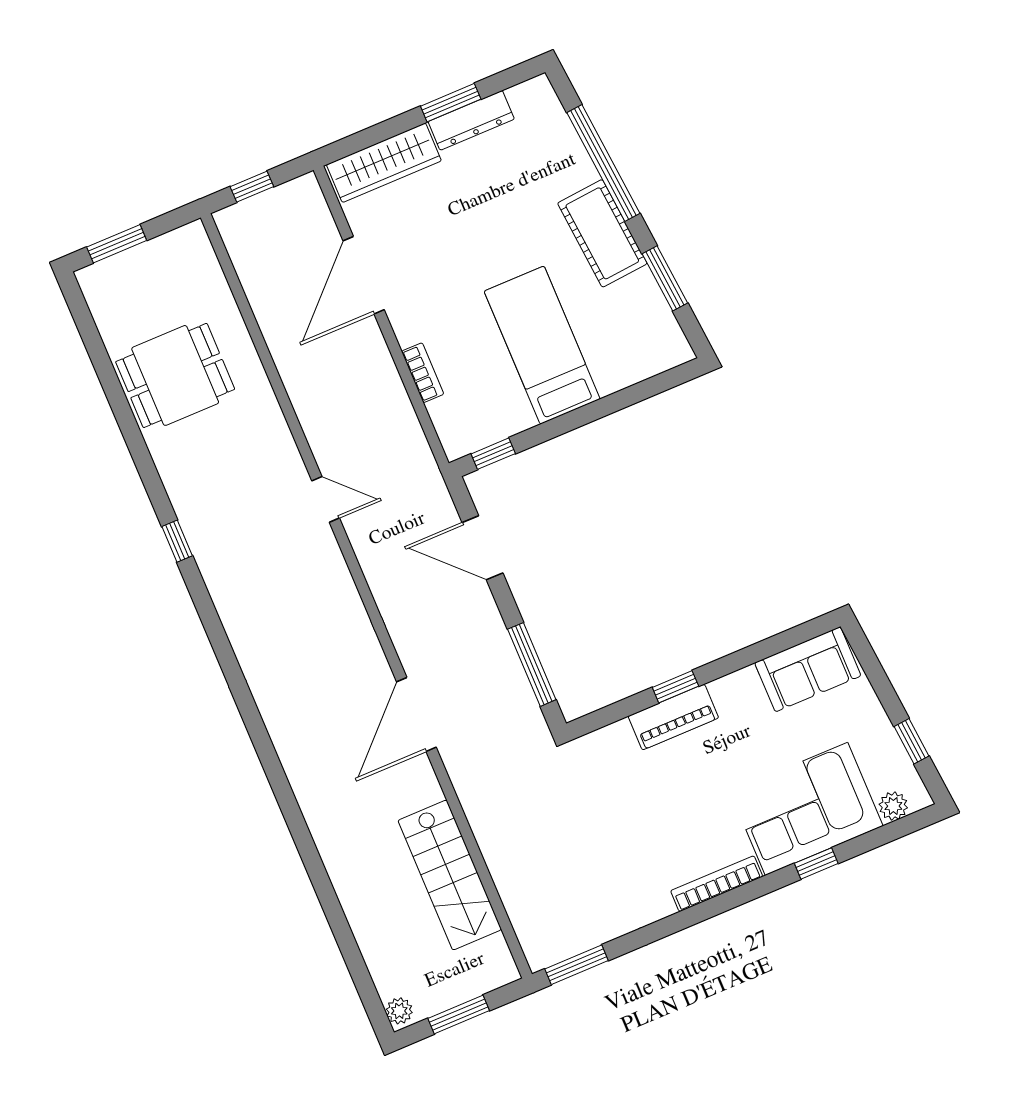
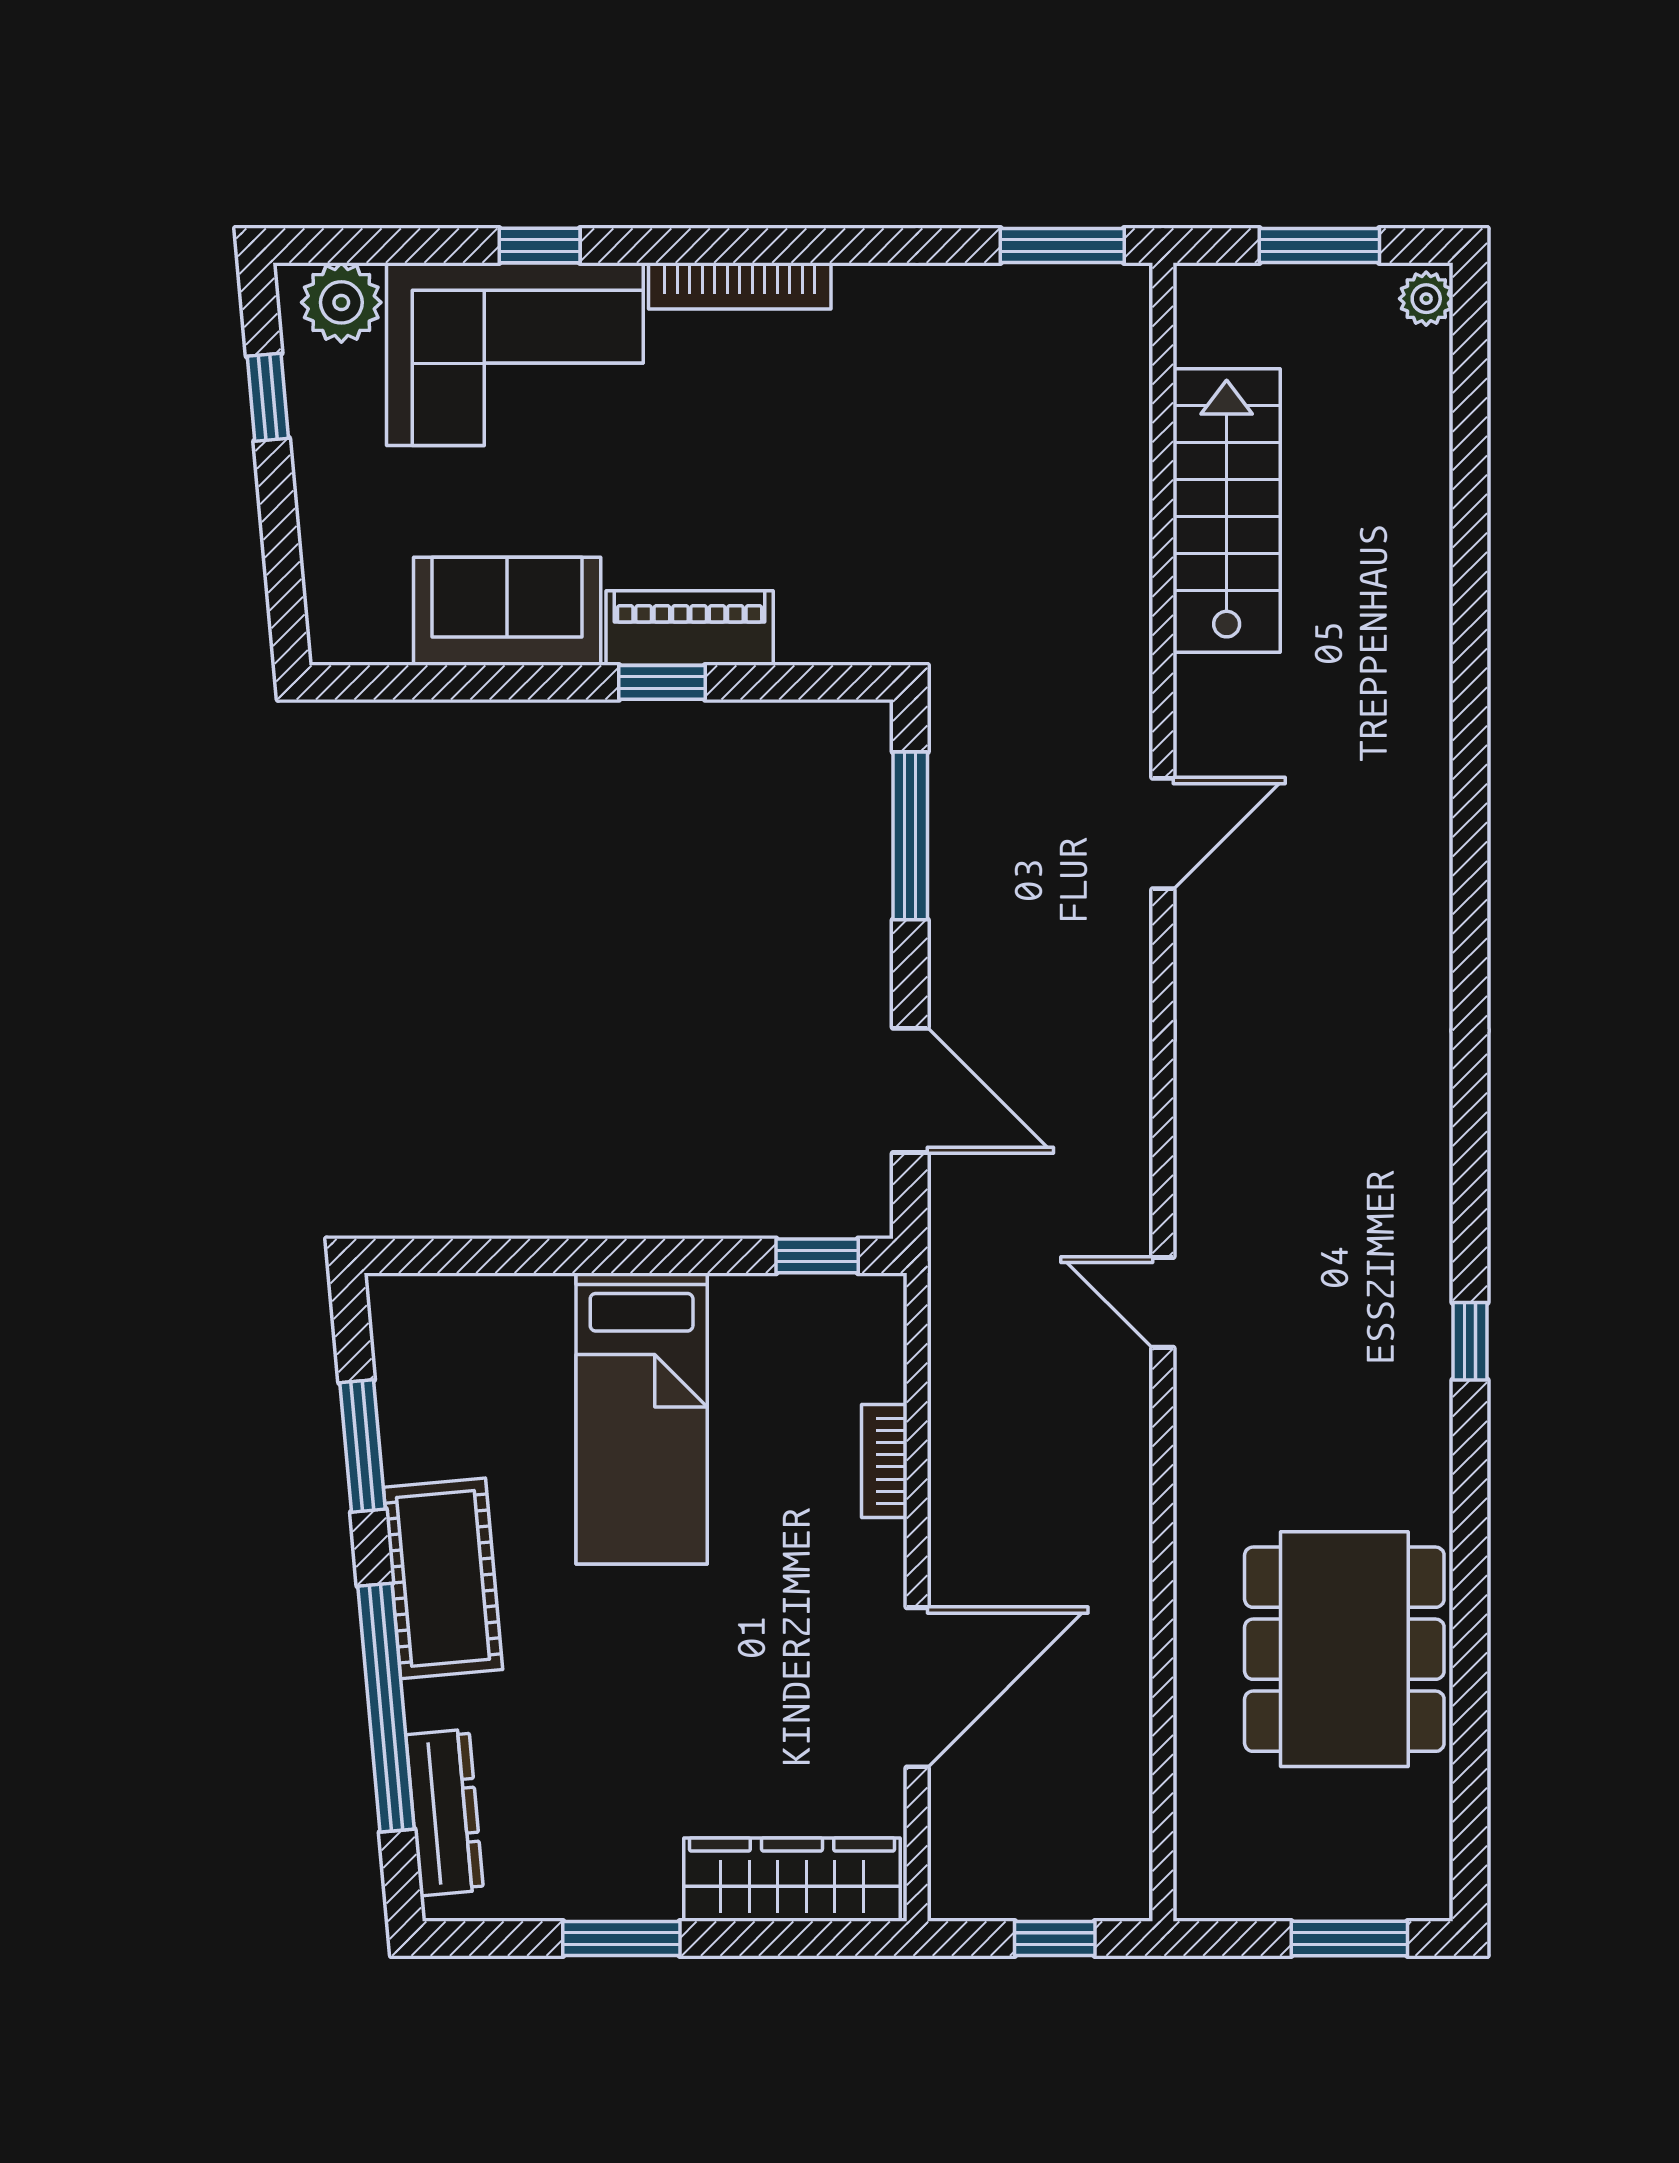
dresser: (471, 120) -> (445, 1812), moved, turned 85
dining table: (175, 375) -> (1344, 1649), width x1.38
sofa: (808, 669) -> (507, 611), moved
door: (416, 714) -> (1163, 834), width x0.73
plant: (893, 806) -> (341, 302), width x1.38, depth x1.38

